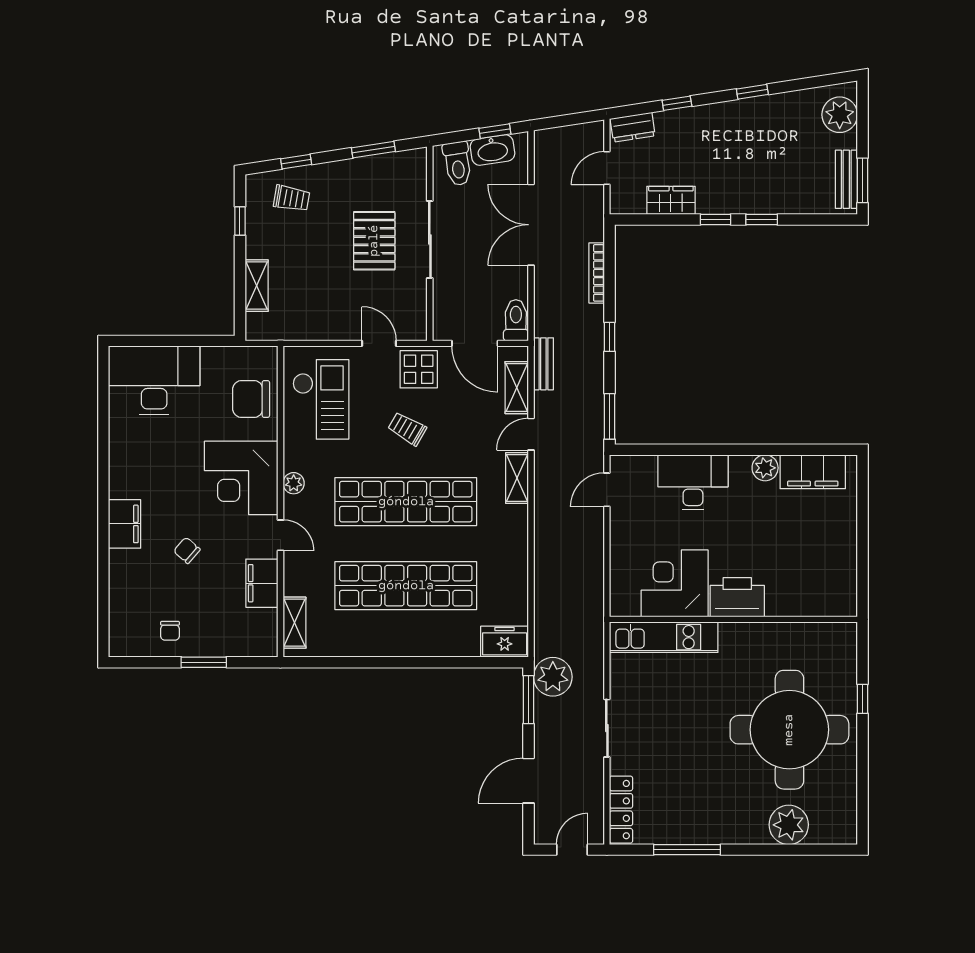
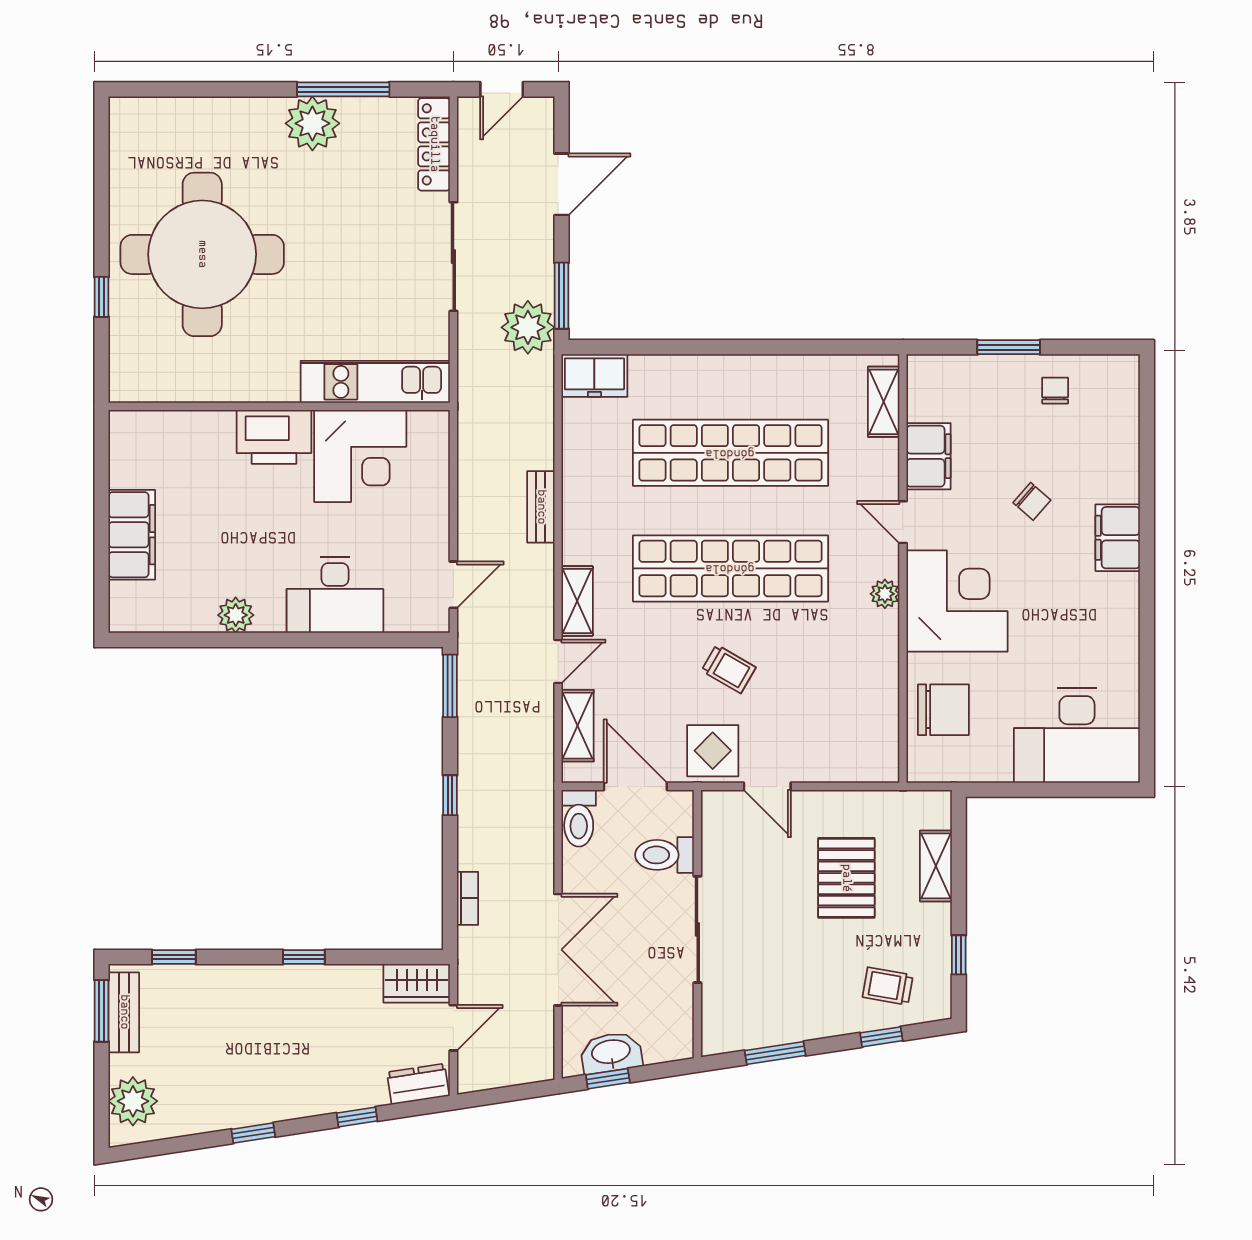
toilet: (457, 164) -> (665, 855), moved, turned -81
wardrobe: (671, 200) -> (417, 983), moved
window: (762, 219) -> (174, 957), moved
pallet: (374, 241) -> (846, 878), moved
bookcase: (597, 273) -> (468, 898), width x0.64
bench: (543, 364) -> (541, 507), moved
checkout: (321, 399) -> (847, 709), removed
filing cabinet: (813, 472) -> (132, 535), moved, turned 90
sliding door: (607, 728) -> (453, 257), width x1.37
plant: (789, 825) -> (312, 123), moved

